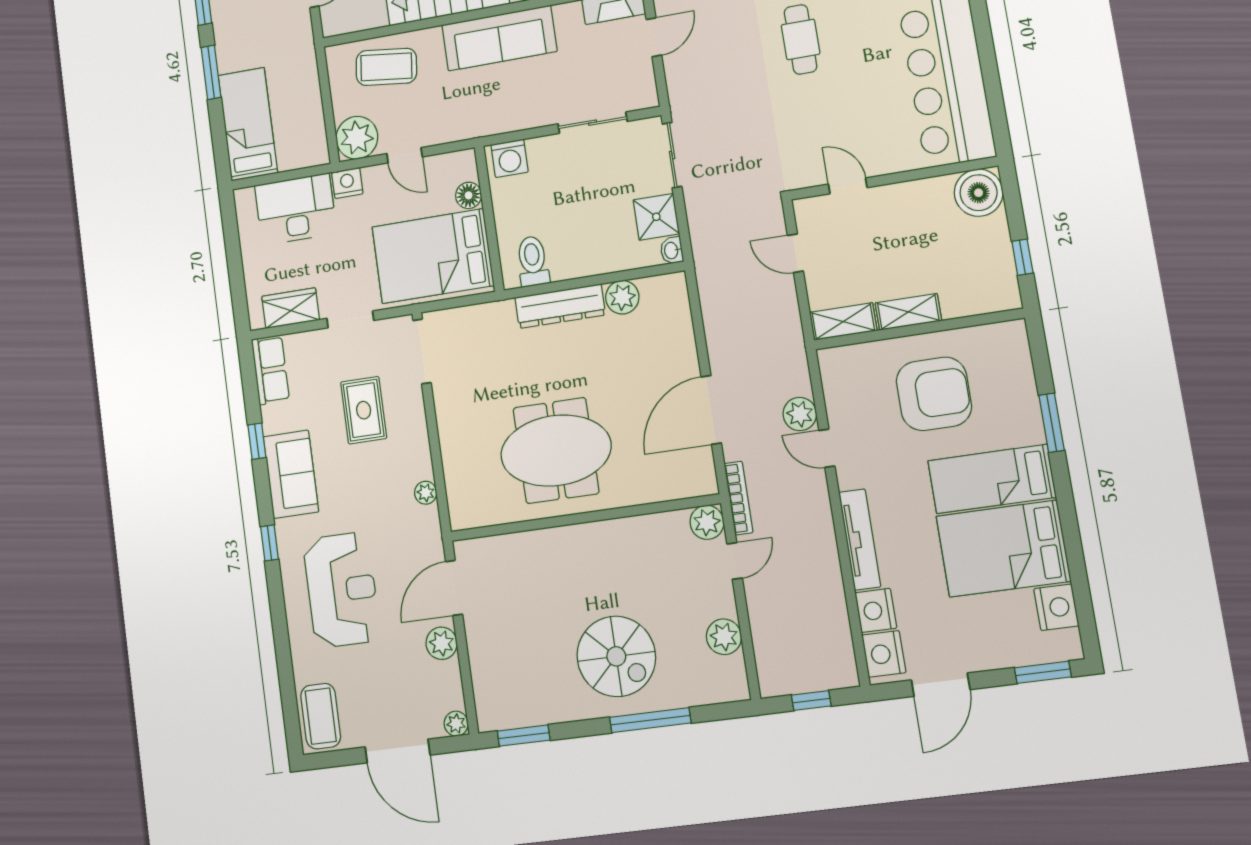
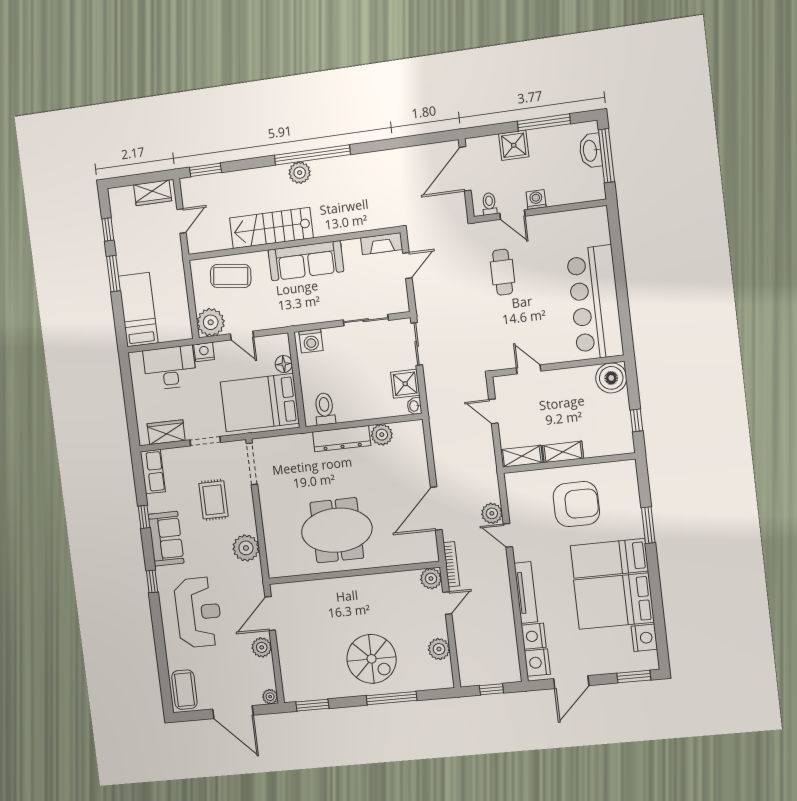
plant: (426, 493) -> (246, 548), width x1.88, depth x1.88

